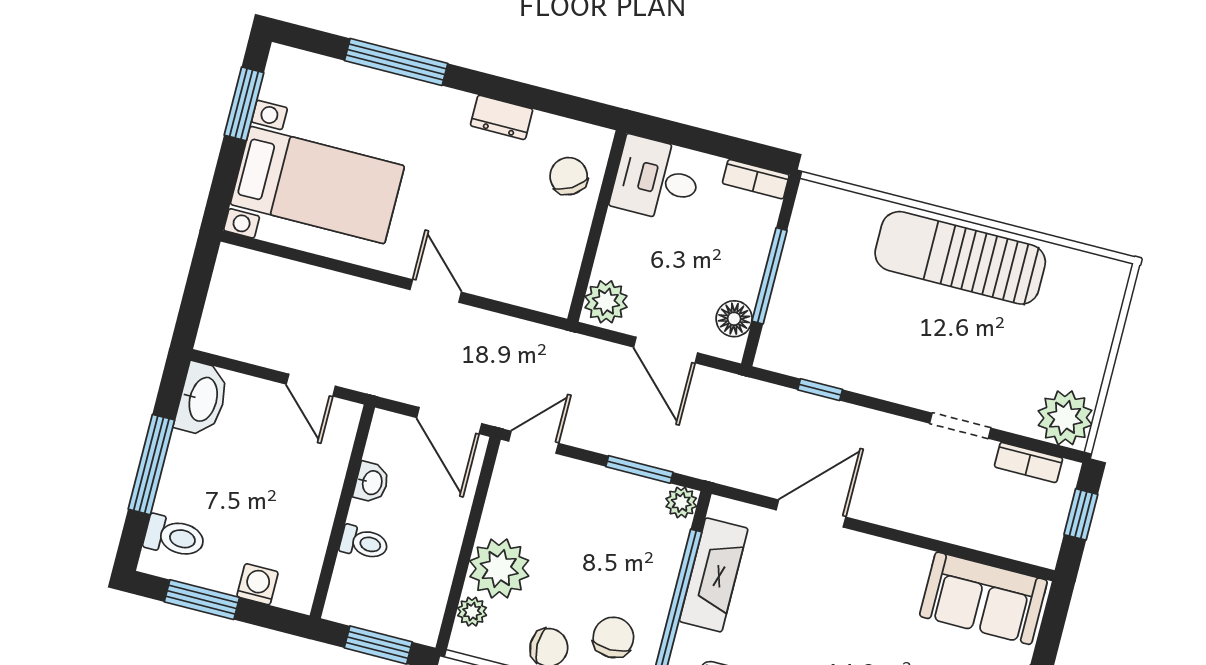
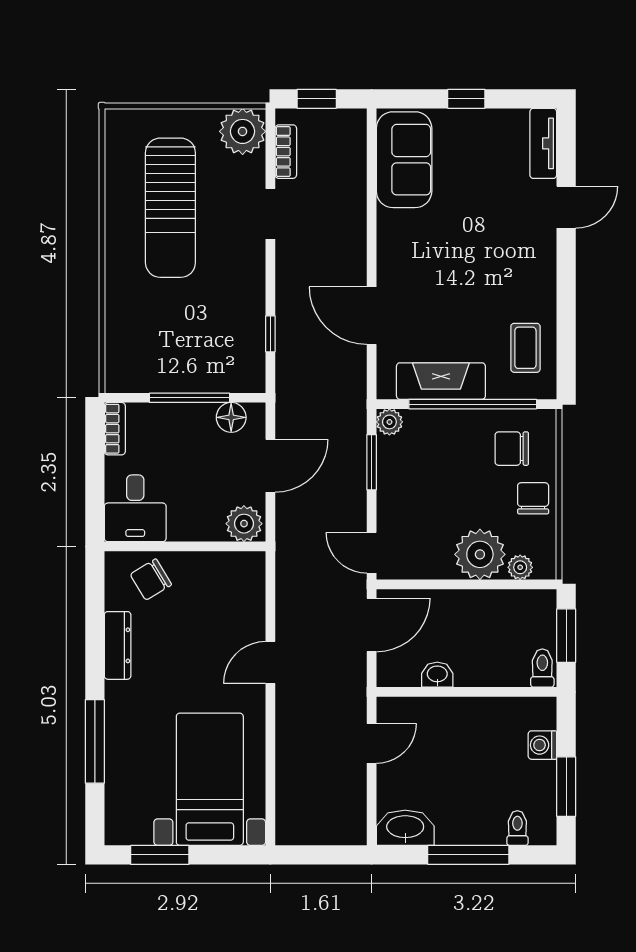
dresser: (502, 117) -> (118, 645), width x1.44
sun lounger: (960, 258) -> (170, 208), moved
toilet: (175, 537) -> (517, 828), width x0.73, depth x0.72
toilet: (364, 543) -> (542, 668), moved

